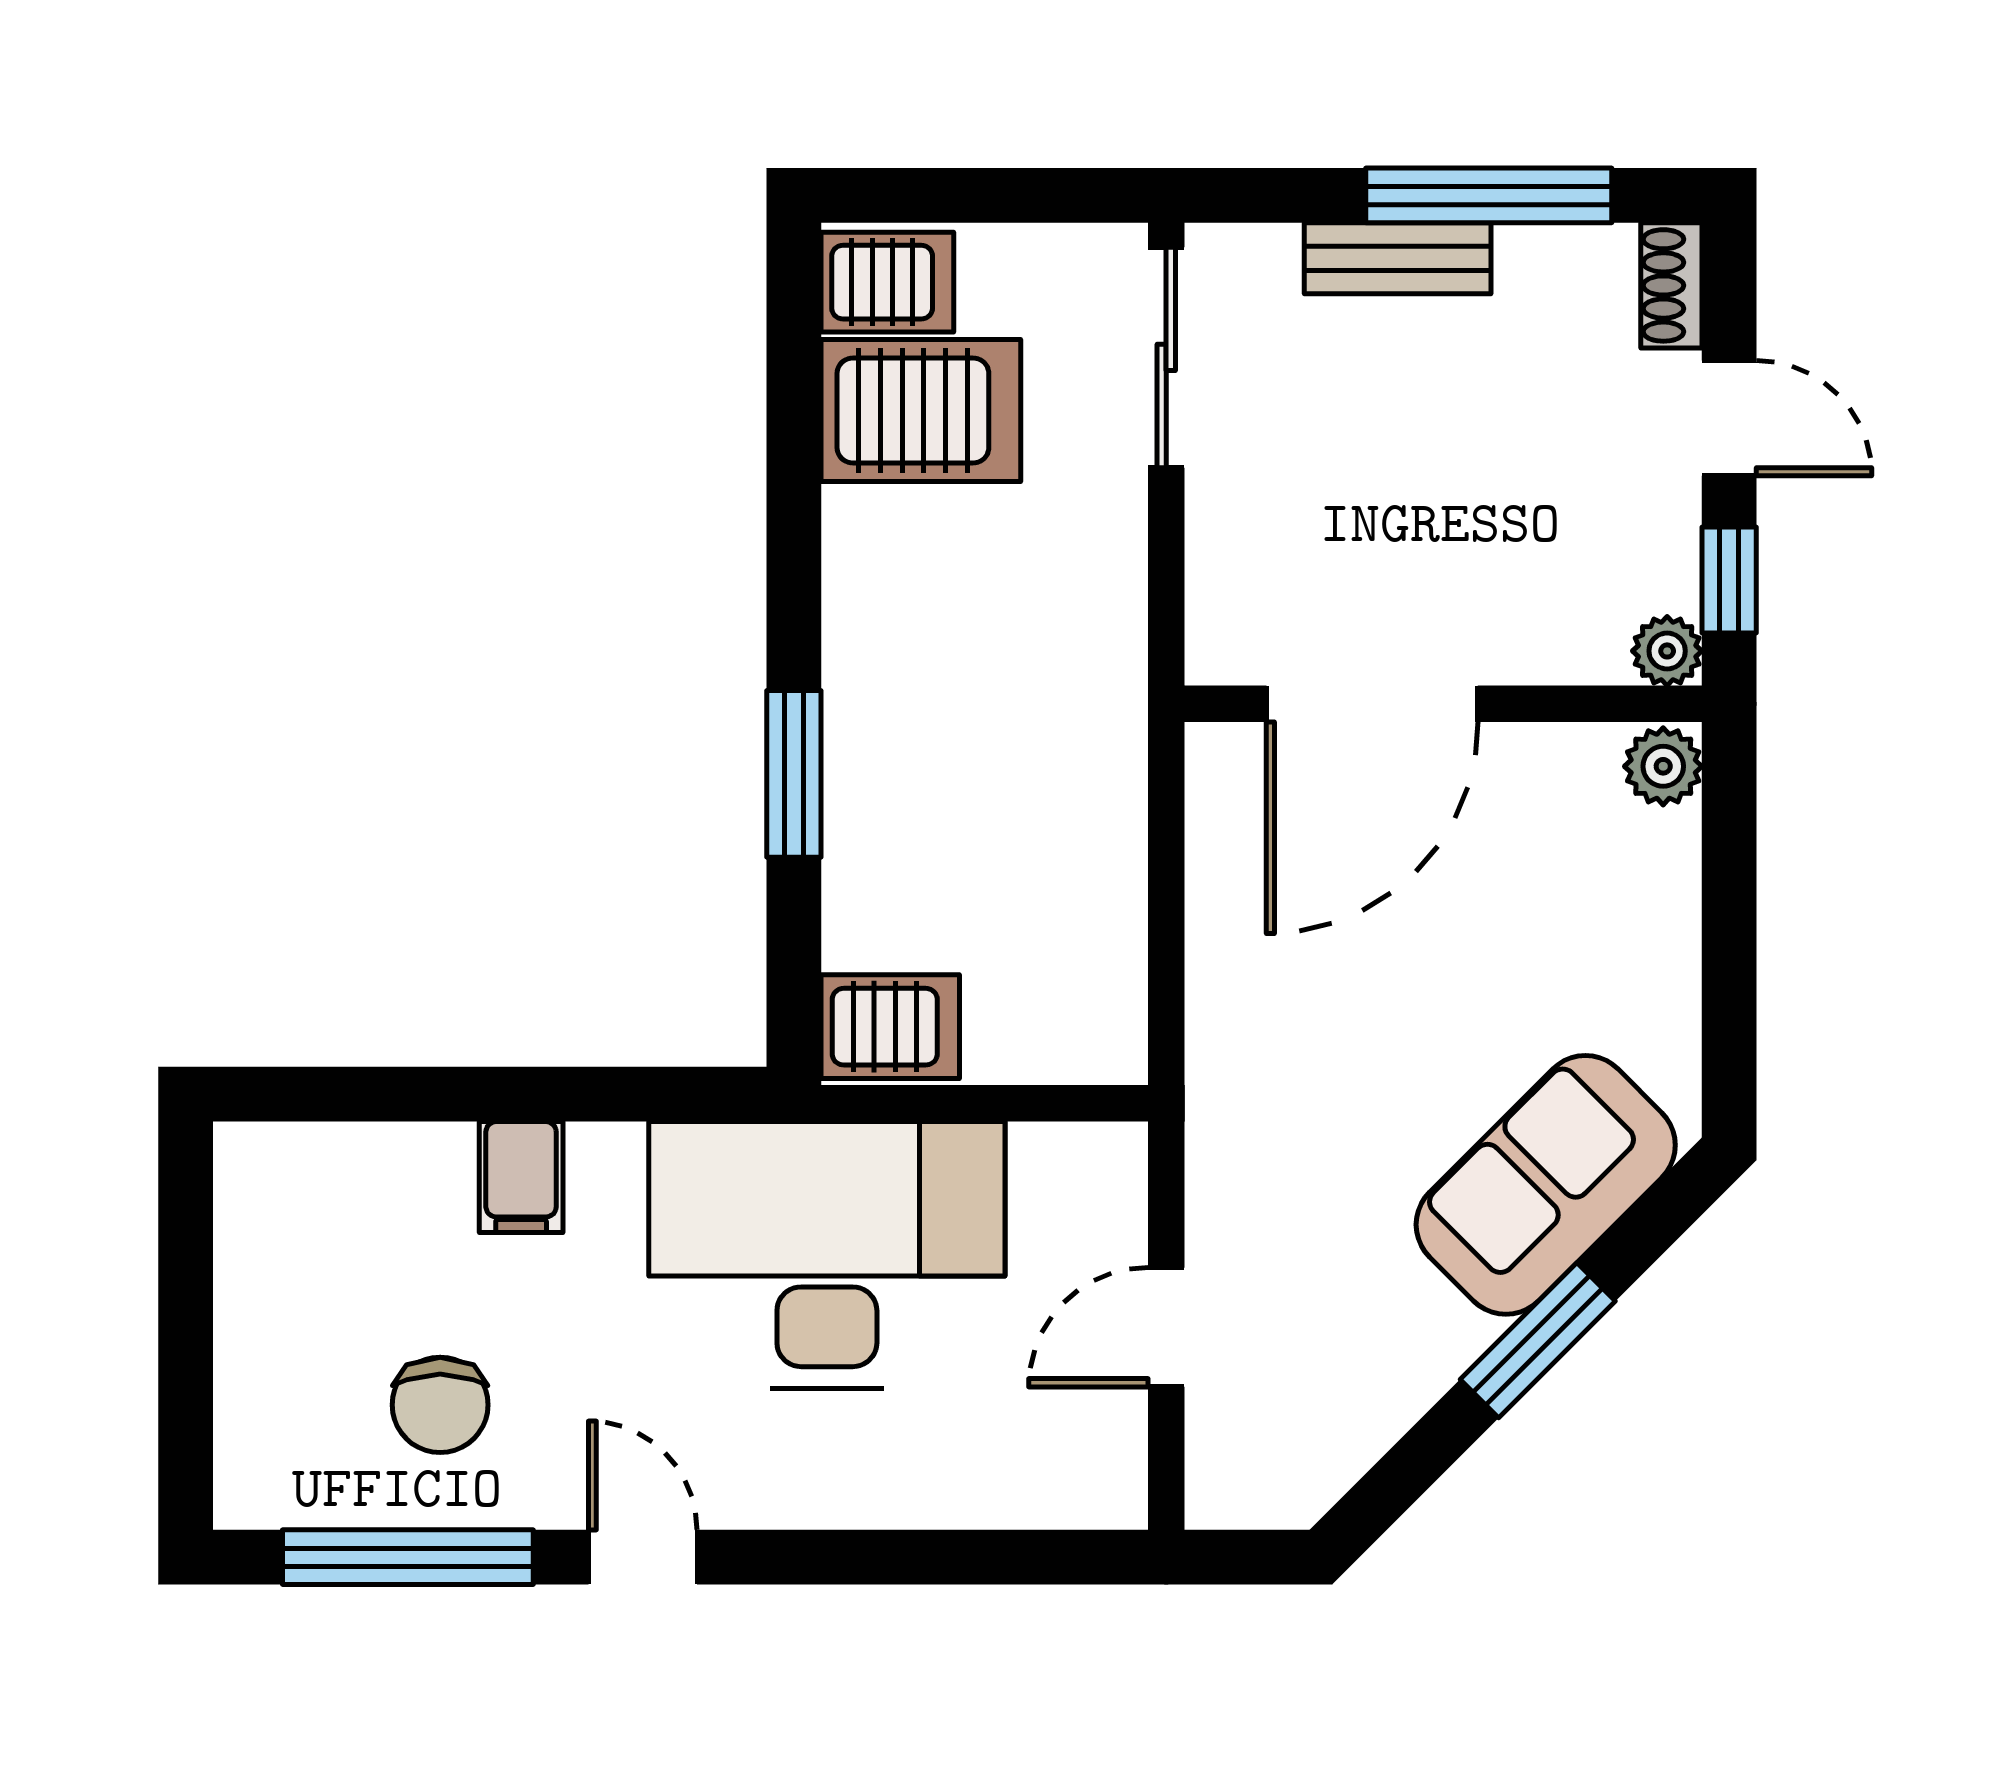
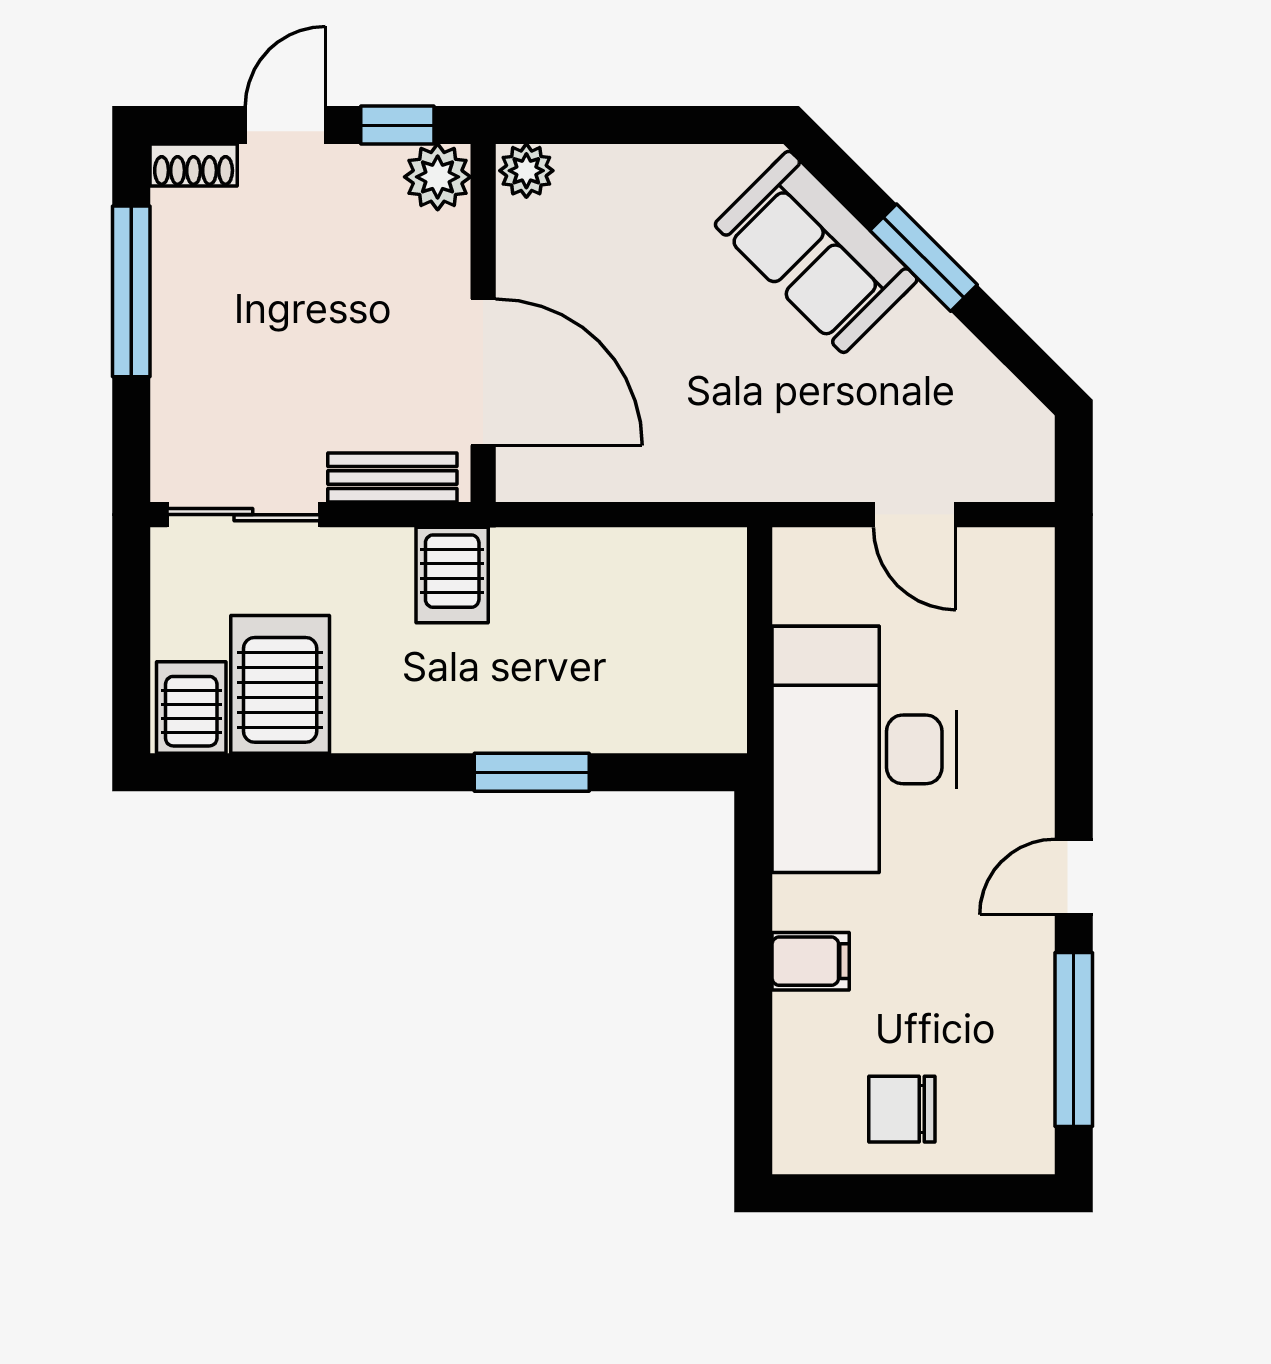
bench: (1398, 258) -> (392, 477), moved, turned 90
plant: (1667, 651) -> (438, 177), width x1.38, depth x1.38
server rack: (890, 1027) -> (452, 575), moved, turned 180
chair: (440, 1405) -> (902, 1109), moved, turned 180

